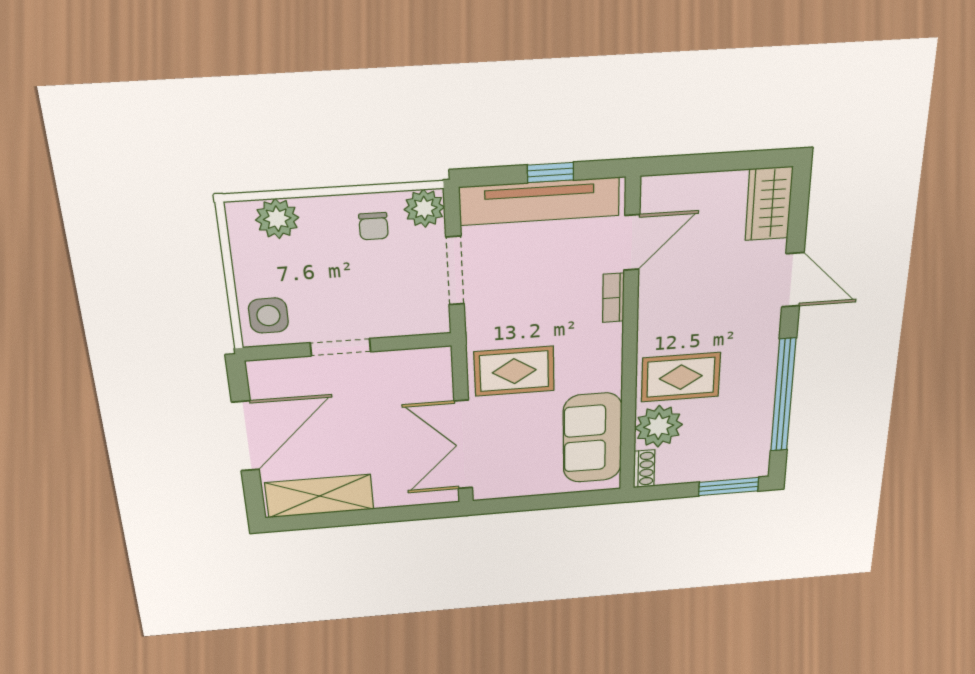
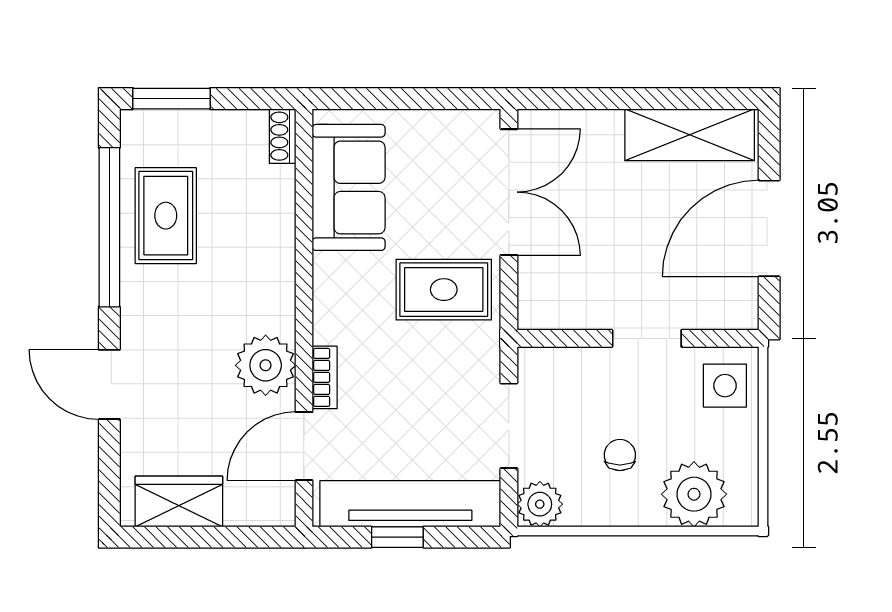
wardrobe: (769, 204) -> (179, 502), moved, turned -90
plant: (277, 219) -> (694, 494), width x1.36, depth x1.36
chair: (374, 226) -> (620, 455), moved
rug: (681, 377) -> (166, 216), moved, turned 90
plant: (659, 426) -> (266, 365), moved

